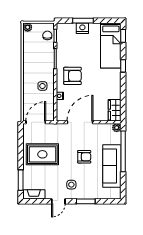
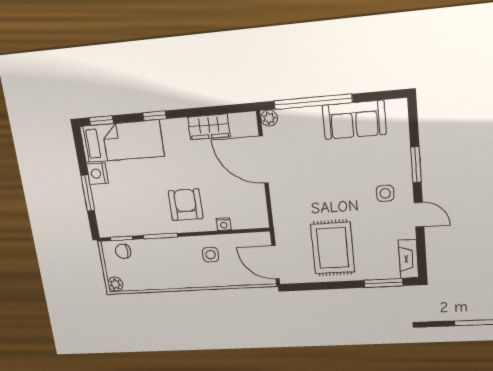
nightstand: (82, 28) -> (97, 174), moved
wardrobe: (115, 110) -> (209, 127), moved
door: (80, 122) -> (264, 160), moved
armchair: (84, 157) -> (330, 174), removed
sofa: (112, 166) -> (354, 120), width x0.73

